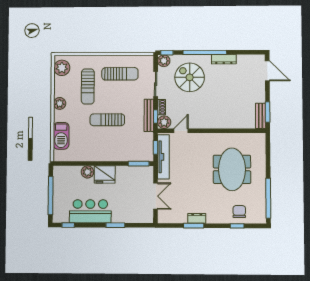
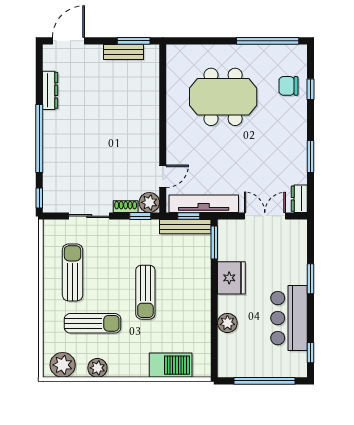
dresser: (224, 59) -> (50, 90), moved
plant: (164, 61) -> (52, 203), removed
spiral stairs: (190, 77) -> (79, 163), removed
plant: (60, 103) -> (97, 368), moved
bench: (149, 115) -> (185, 227), moved
bench: (261, 116) -> (123, 52), moved
door: (181, 131) -> (163, 176), swing flipped
fridge: (105, 174) -> (231, 278), moved
dresser: (197, 218) -> (299, 199), moved

